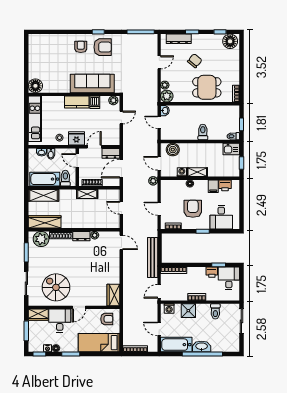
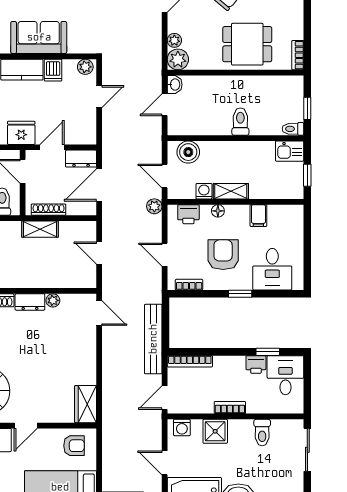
sofa: (92, 83) -> (39, 37), width x0.73
door: (159, 122) -> (165, 105), hinge flipped
printer: (225, 185) -> (188, 214), moved

